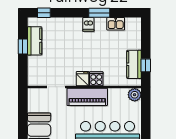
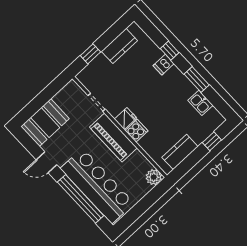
window: (44, 13) -> (170, 51), moved
dishwasher: (88, 24) -> (164, 65), moved
window: (23, 47) -> (90, 54), moved
window: (146, 65) -> (212, 141), moved

